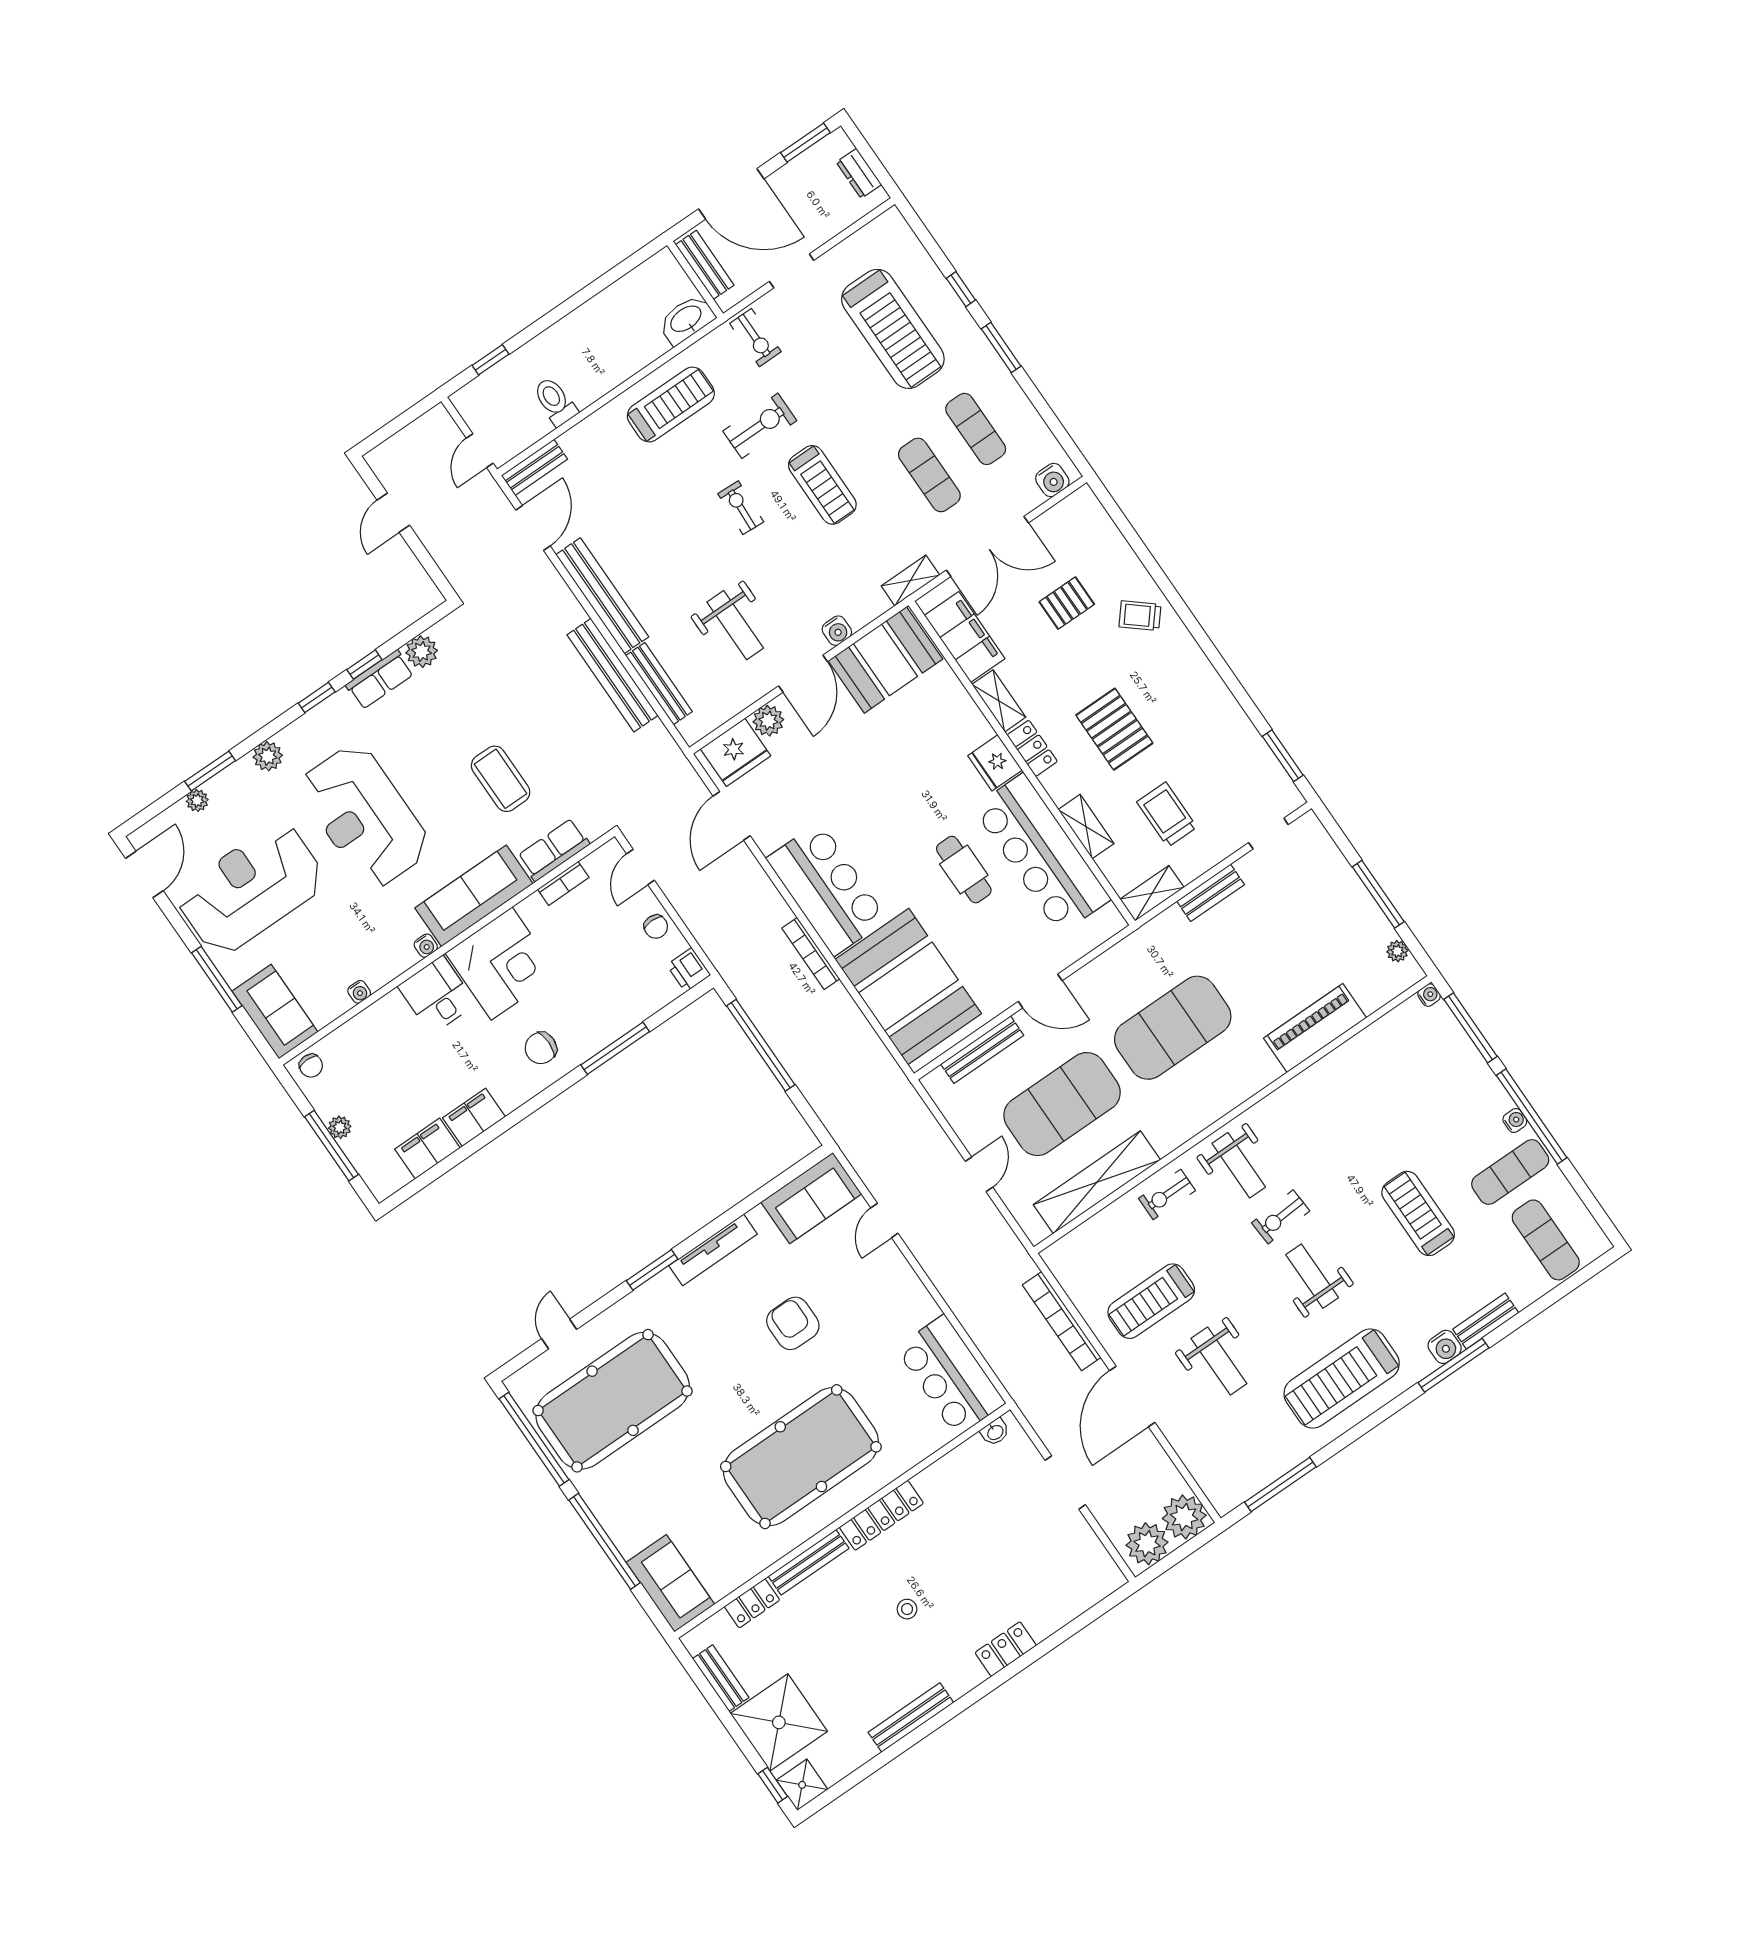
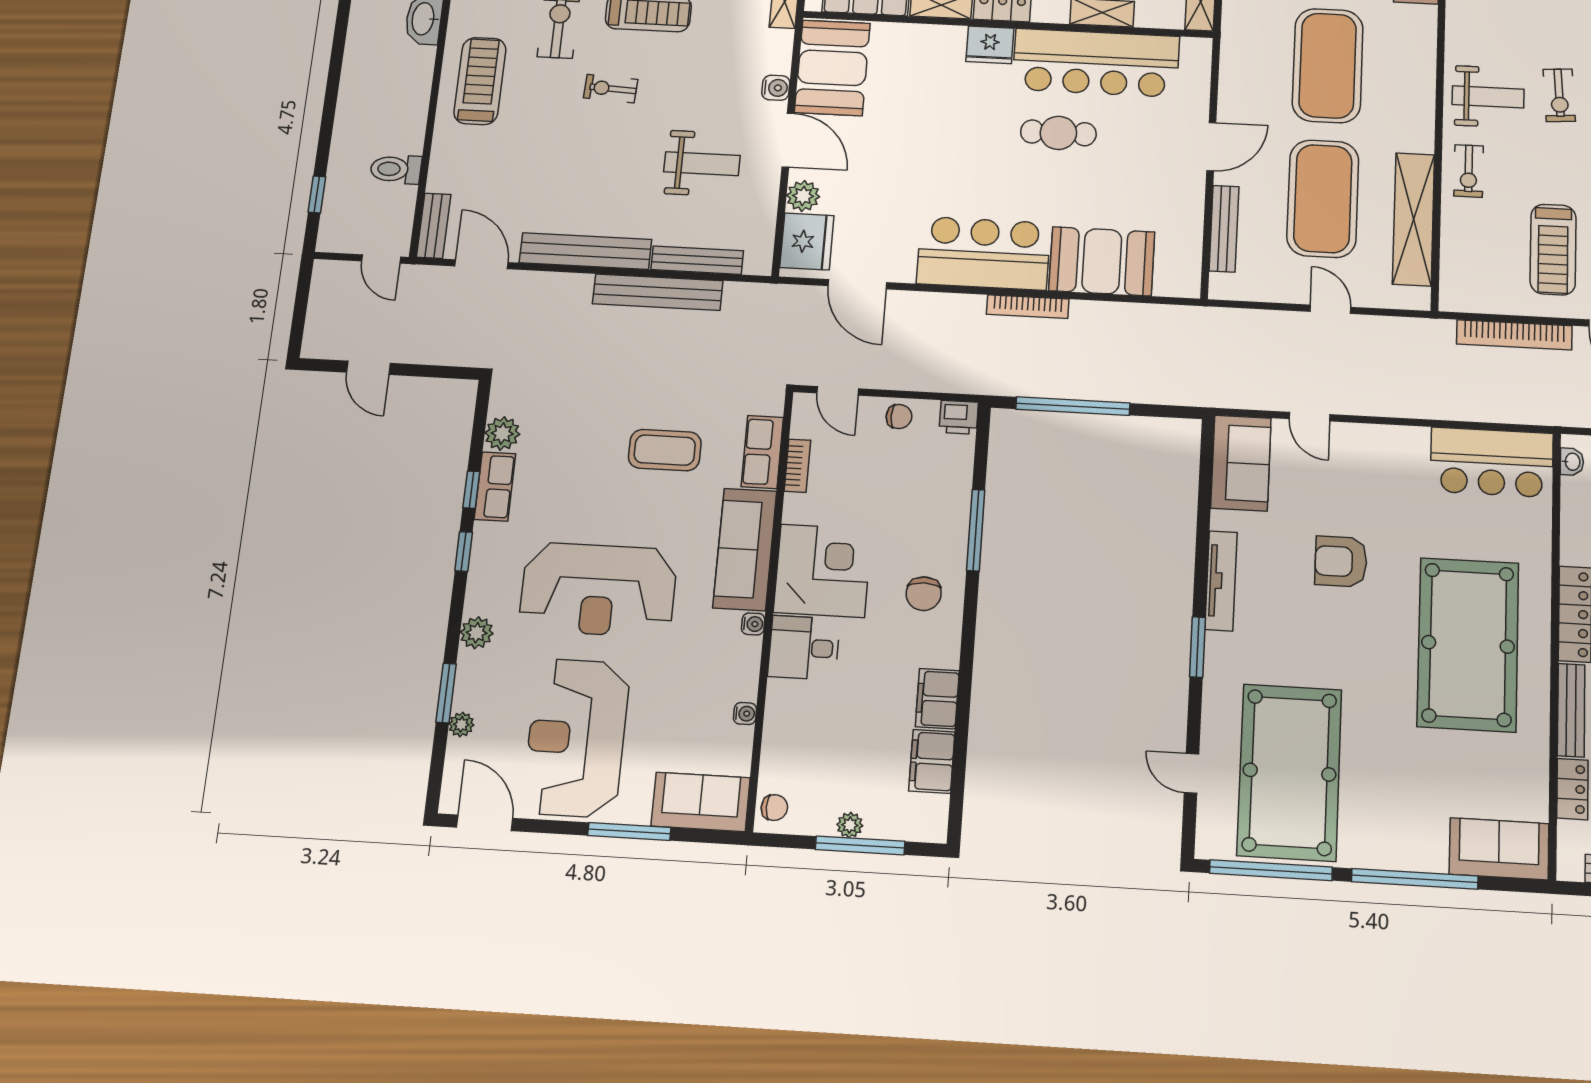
booth: (908, 986) -> (1102, 261), width x0.73, depth x0.70

